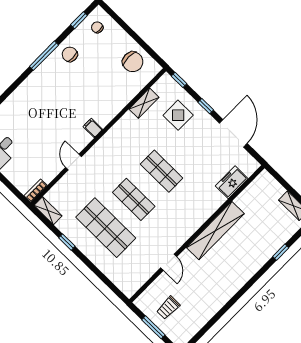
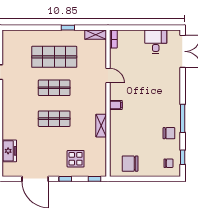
shelving: (144, 103) -> (101, 126), moved

